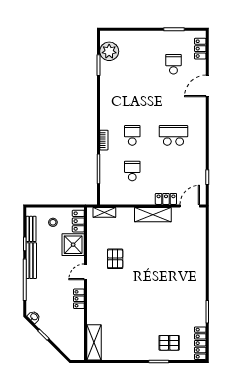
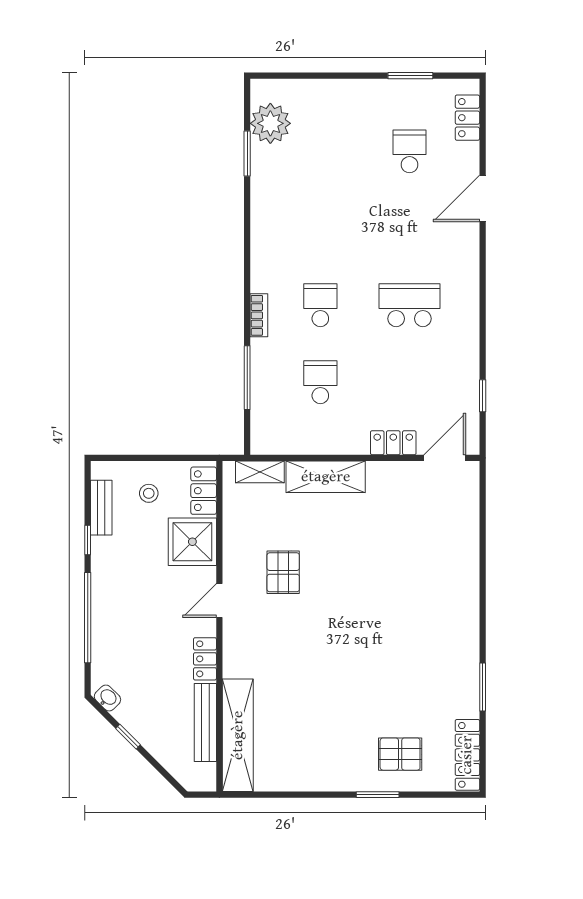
shelving: (153, 215) -> (326, 477), moved
bench: (31, 261) -> (205, 722), moved
shelving: (94, 342) -> (238, 735), width x1.47

